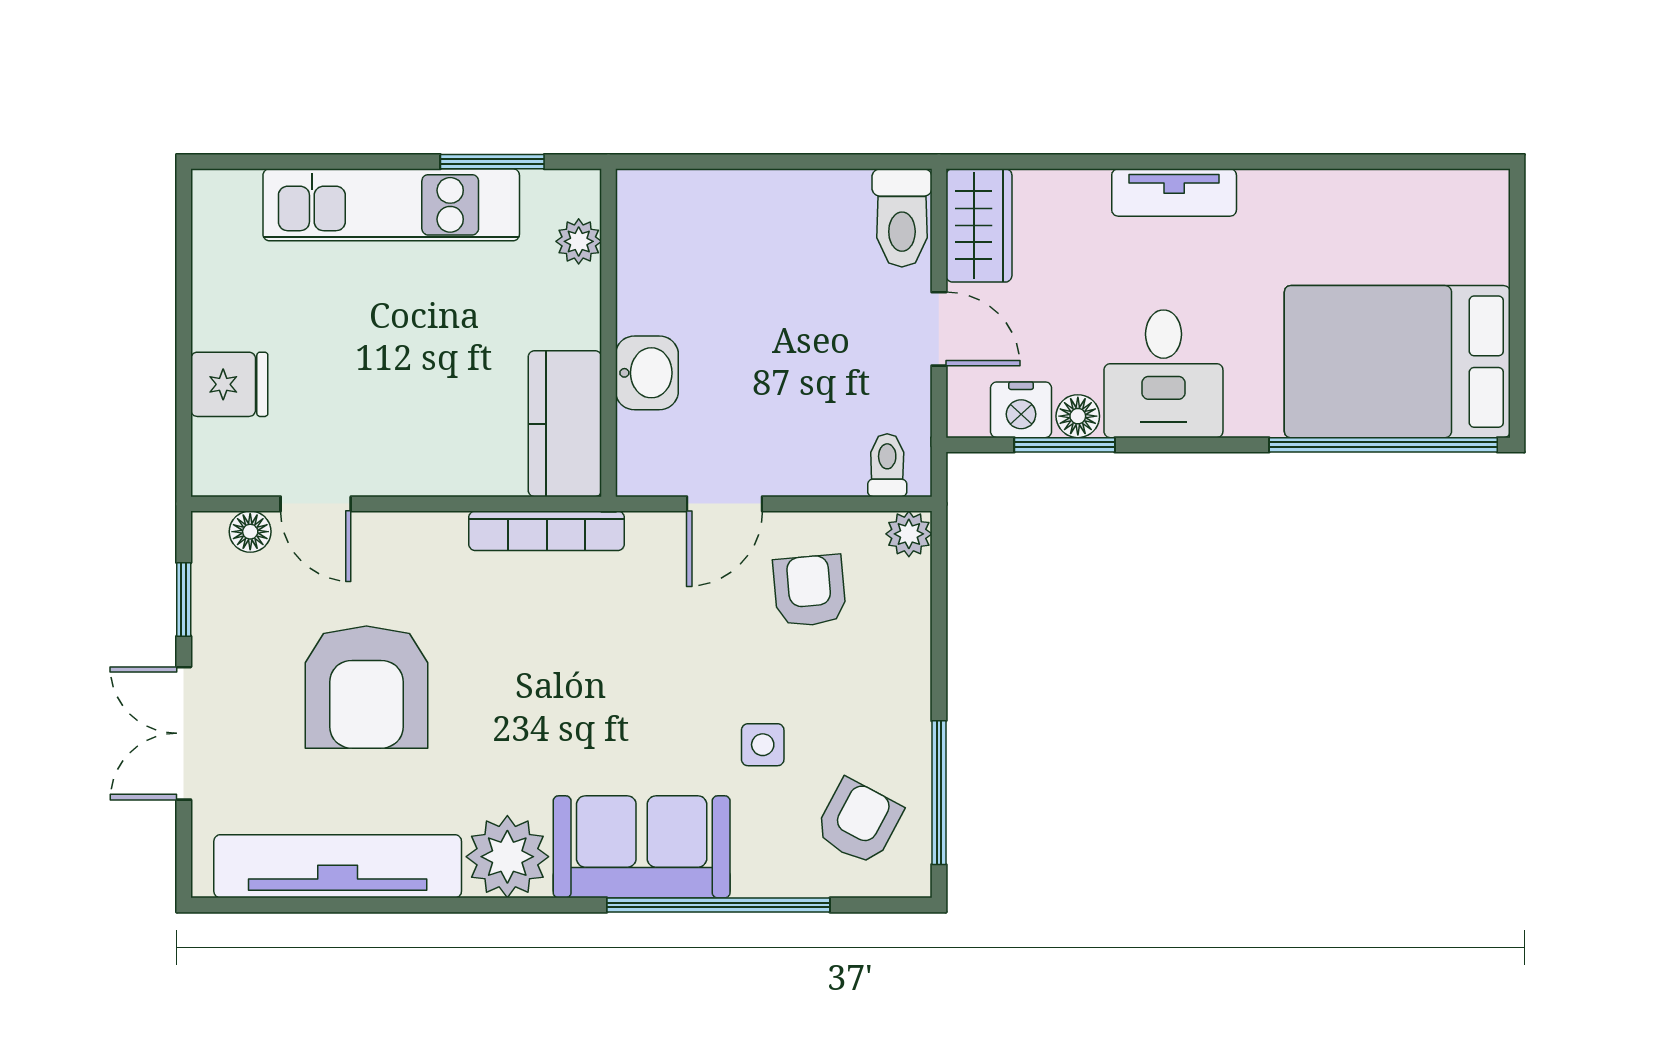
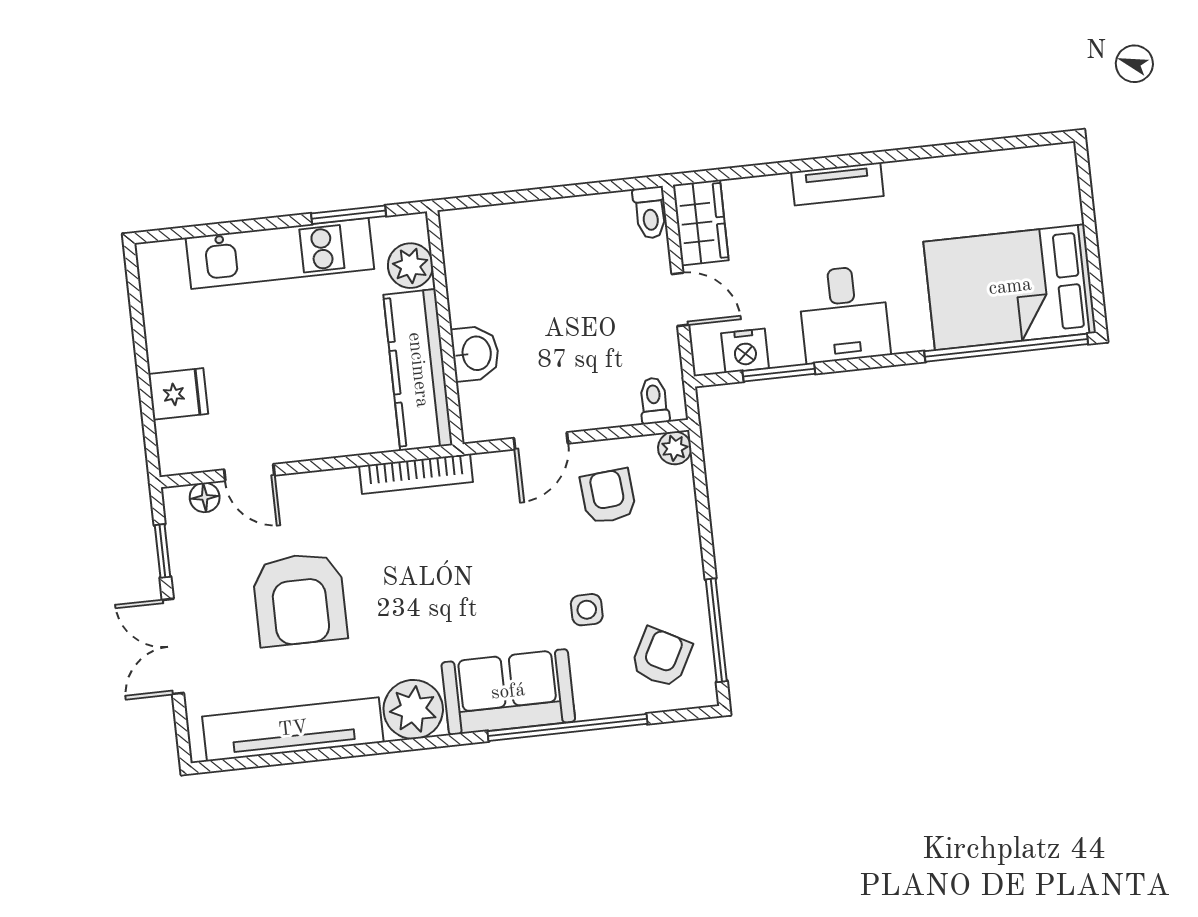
toilet: (902, 218) -> (650, 213), width x0.73, depth x0.72
plant: (579, 241) -> (410, 266), width x1.38, depth x1.38
floor lamp: (1078, 416) -> (786, 351), removed
kitchen counter: (565, 424) -> (418, 370), width x1.50

